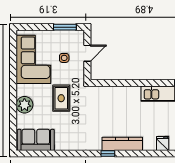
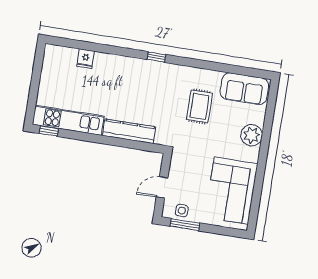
side table: (64, 58) -> (182, 211), moved
rug: (61, 98) -> (200, 106), moved
kitchen counter: (122, 144) -> (129, 131), moved, turned 180

